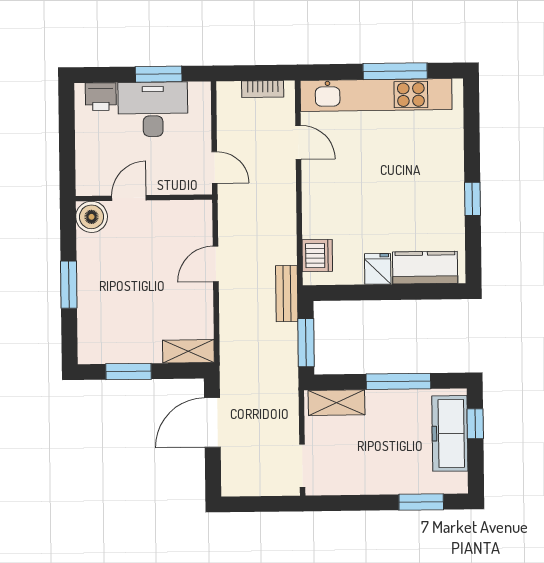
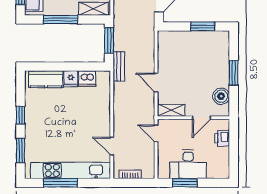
printer: (101, 97) -> (222, 138), moved, turned -90
window: (472, 131) -> (20, 151), added
boiler: (92, 217) -> (221, 96), moved
dishwasher: (317, 256) -> (87, 79), moved, turned -90
door: (216, 264) -> (156, 83), swing flipped
shelving: (188, 351) -> (171, 110), moved

